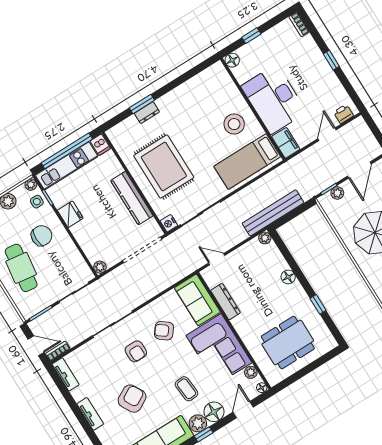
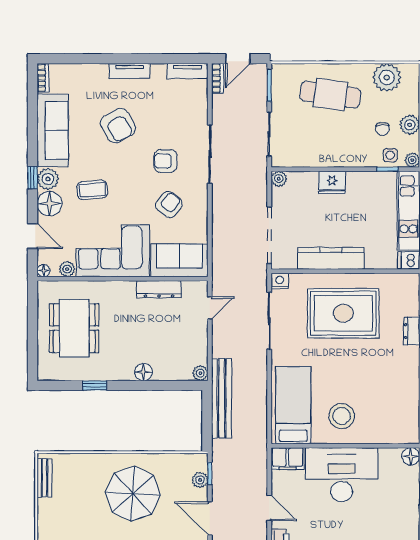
fridge: (70, 214) -> (332, 182), moved
chair: (42, 236) -> (382, 129), moved, width x0.54, depth x0.54

